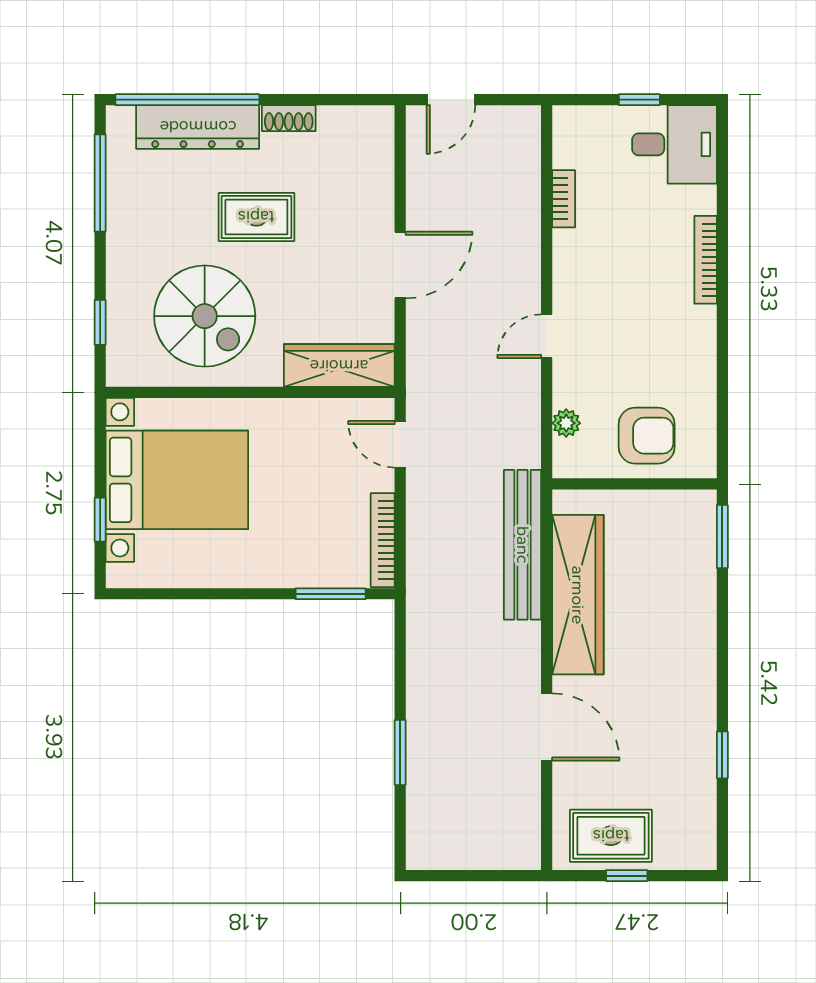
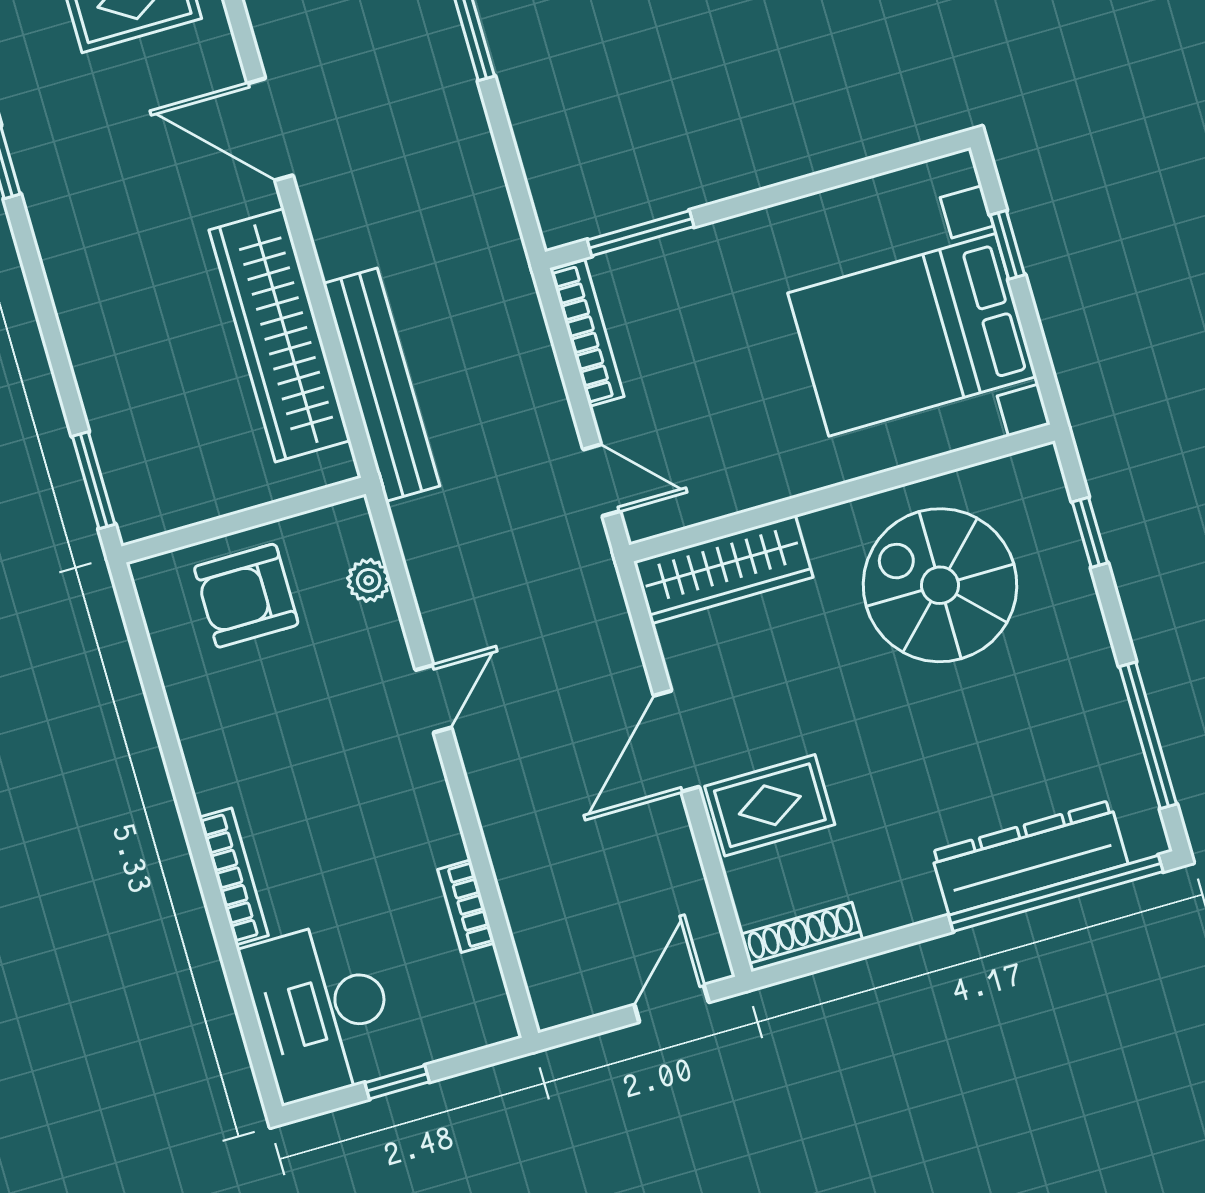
shoe rack: (289, 118) -> (802, 937), moved, width x1.43
desk: (674, 144) -> (321, 1010), width x1.37
rug: (256, 217) -> (770, 805), moved

